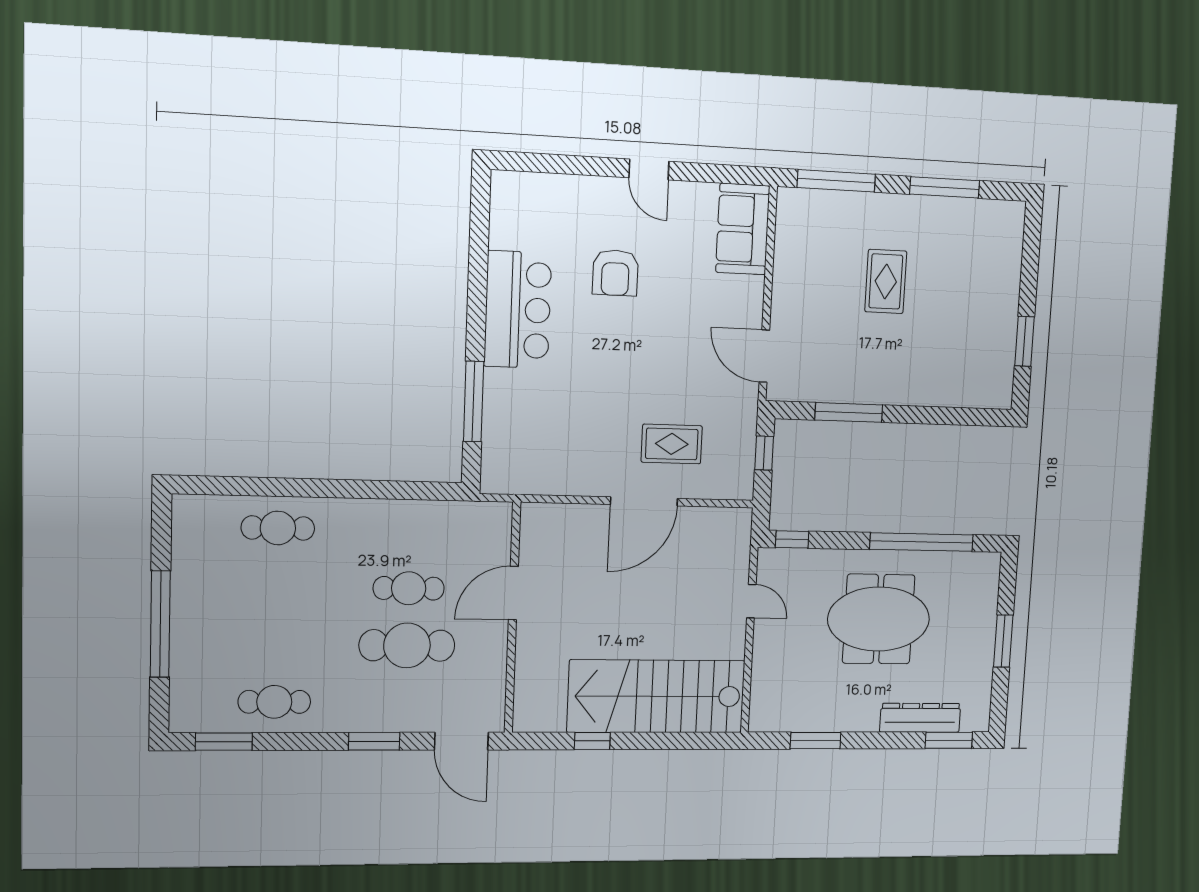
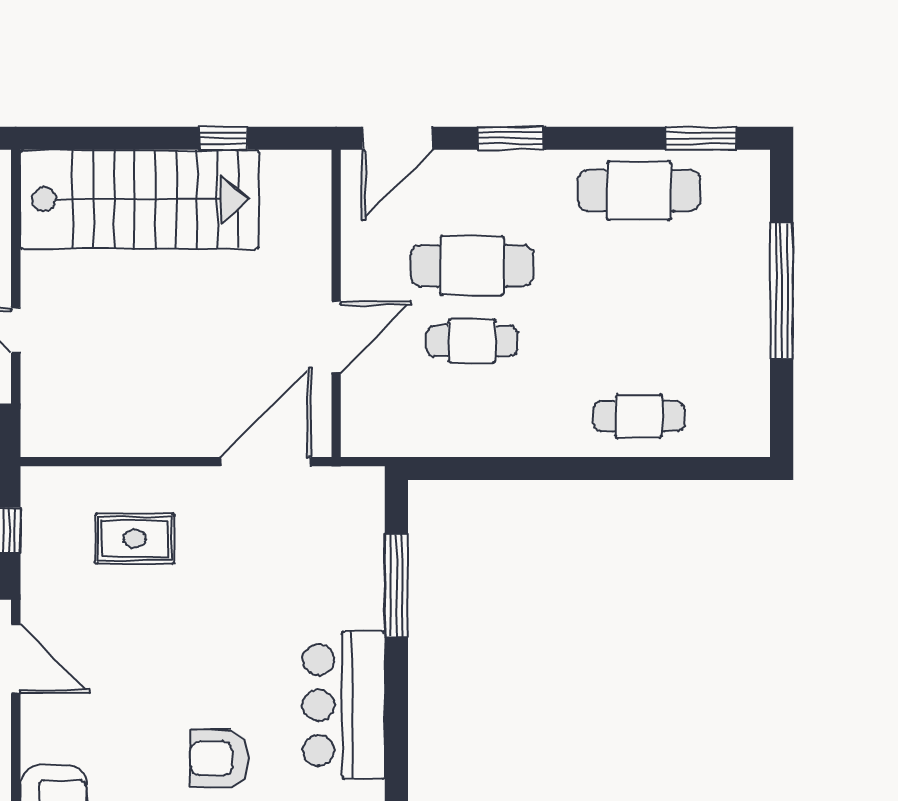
armchair: (615, 273) -> (219, 758), turned -90
door: (644, 501) -> (266, 462), moved
cafe table: (274, 702) -> (639, 190), width x1.37, depth x1.35
door: (461, 741) -> (397, 138), swing flipped

